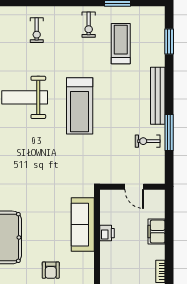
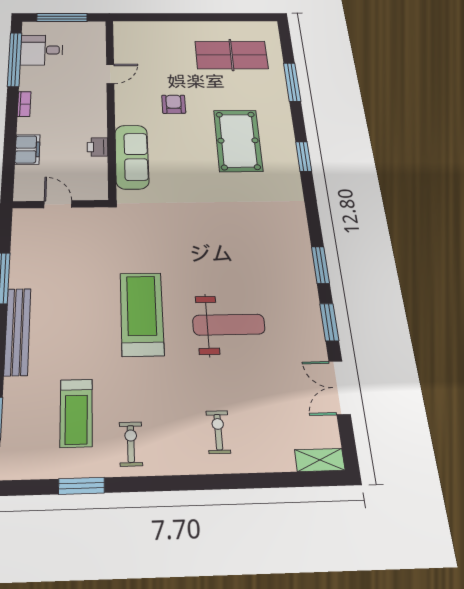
exercise bike: (148, 141) -> (36, 265), removed

